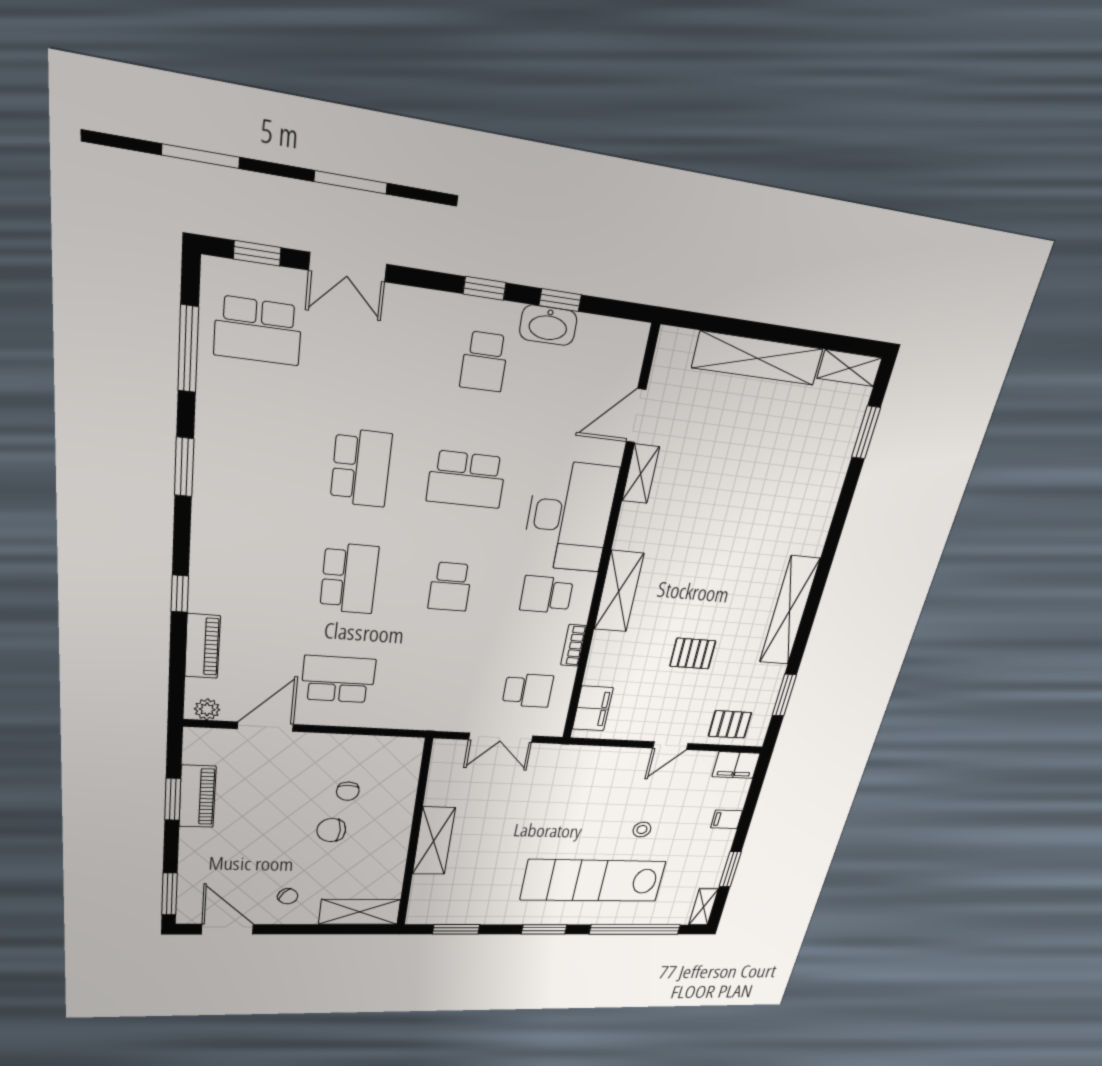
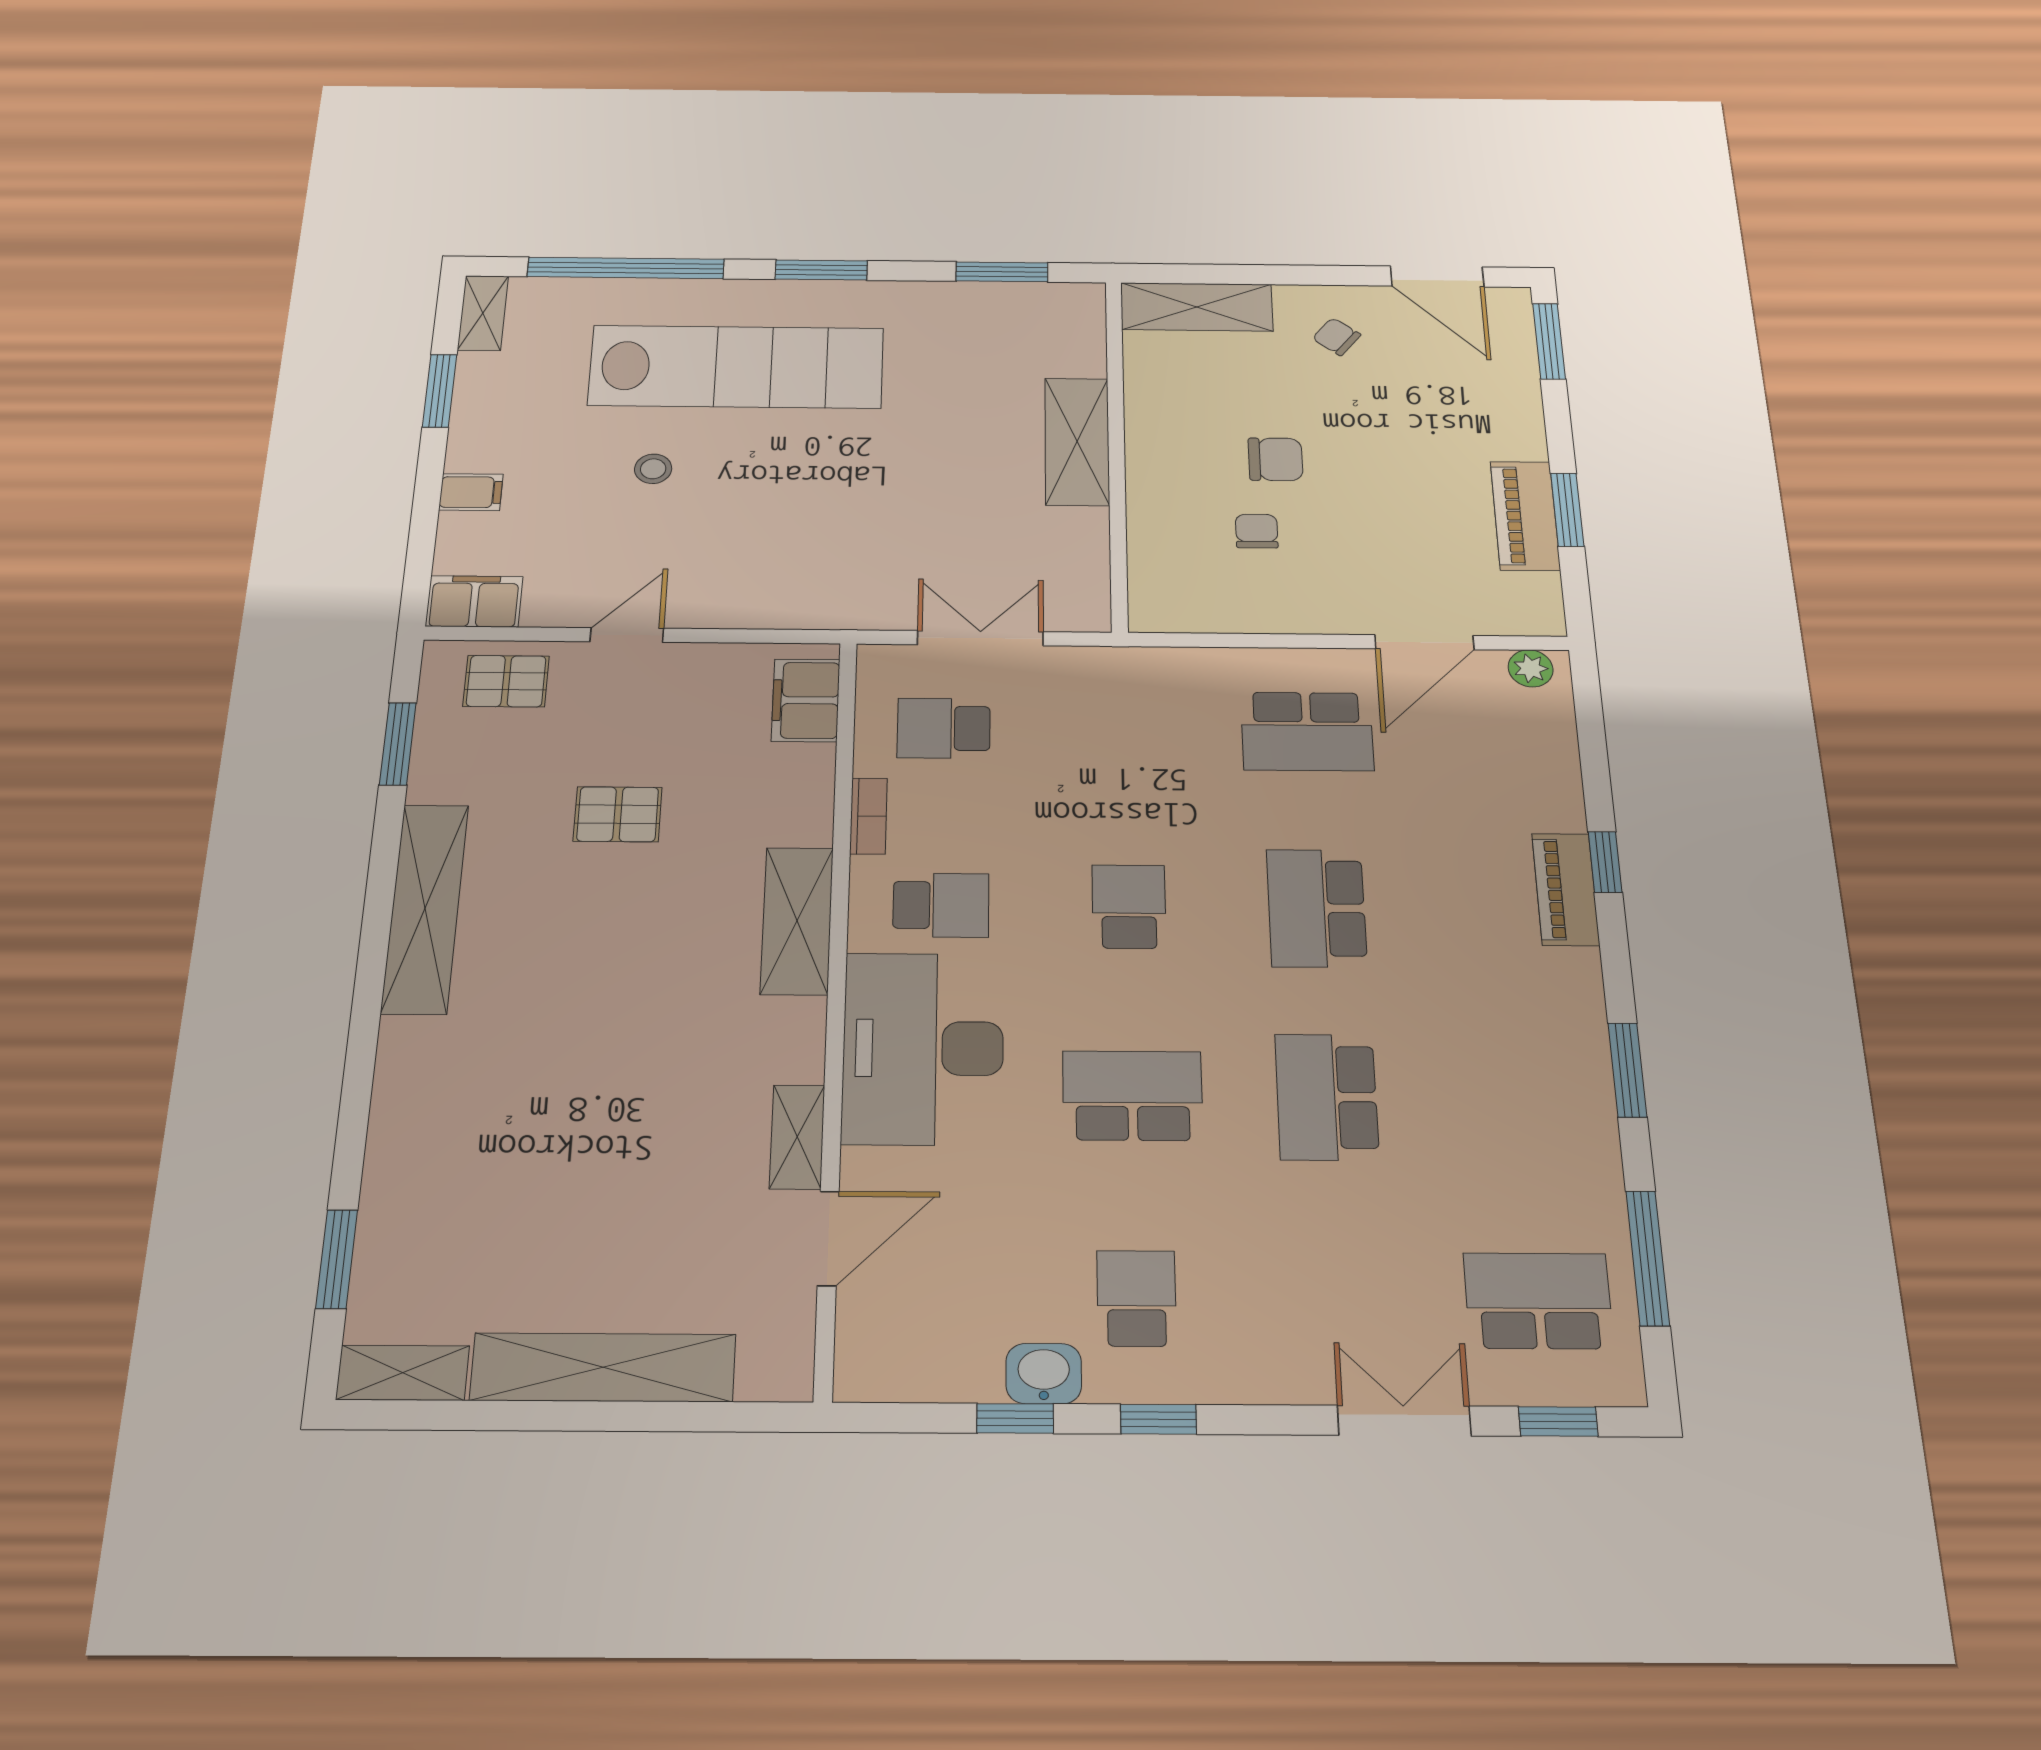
washbasin: (548, 325) -> (1044, 1374), width x0.72
piano: (202, 646) -> (1566, 889), moved

